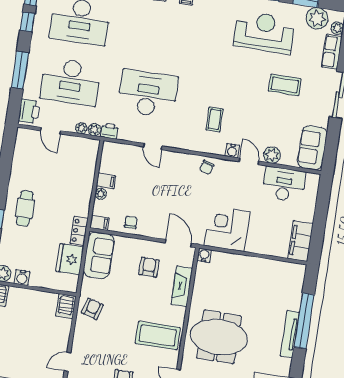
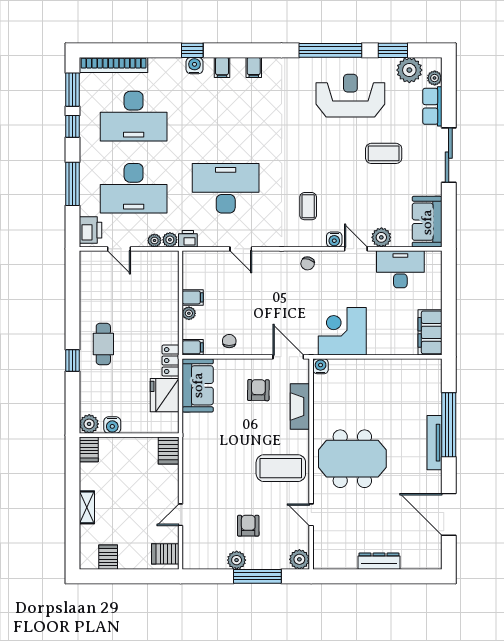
armchair: (92, 309) -> (200, 449), removed

